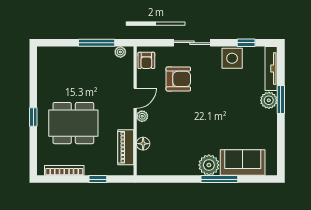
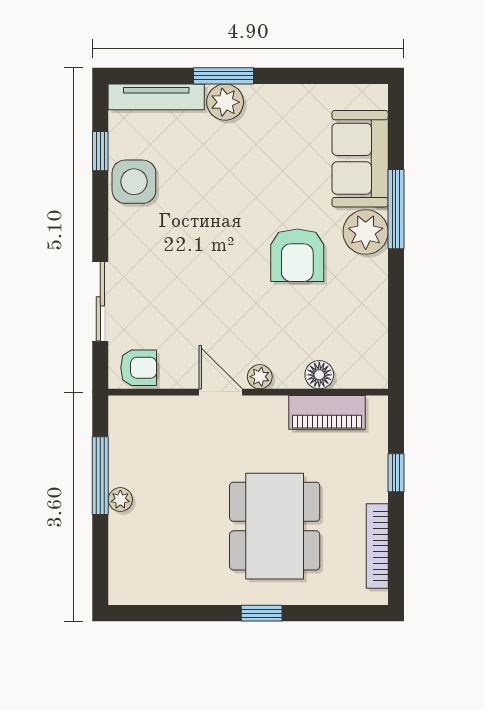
sliding door: (192, 43) -> (100, 301), moved
plant: (120, 52) -> (120, 500), moved
armchair: (178, 79) -> (297, 255), moved, turned 180

